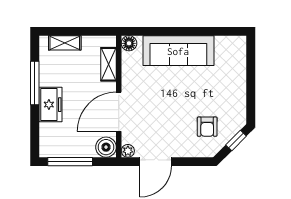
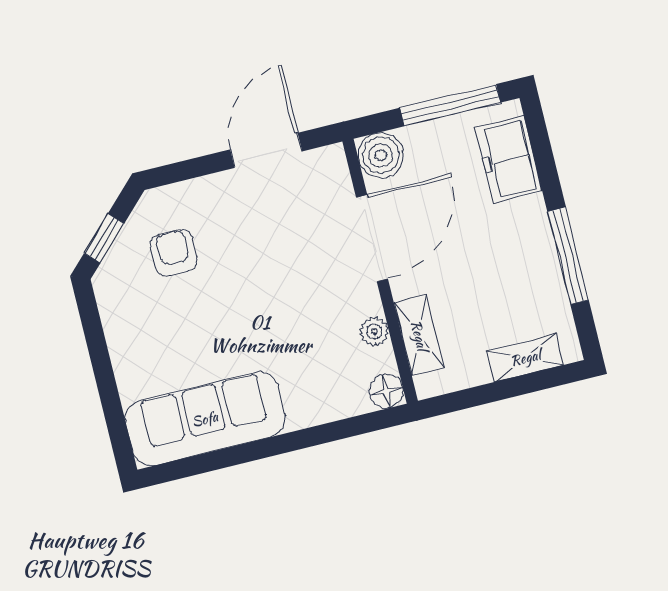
sofa: (178, 51) -> (205, 419), moved
freezer: (50, 105) -> (509, 160), moved
plant: (128, 151) -> (374, 331), moved

